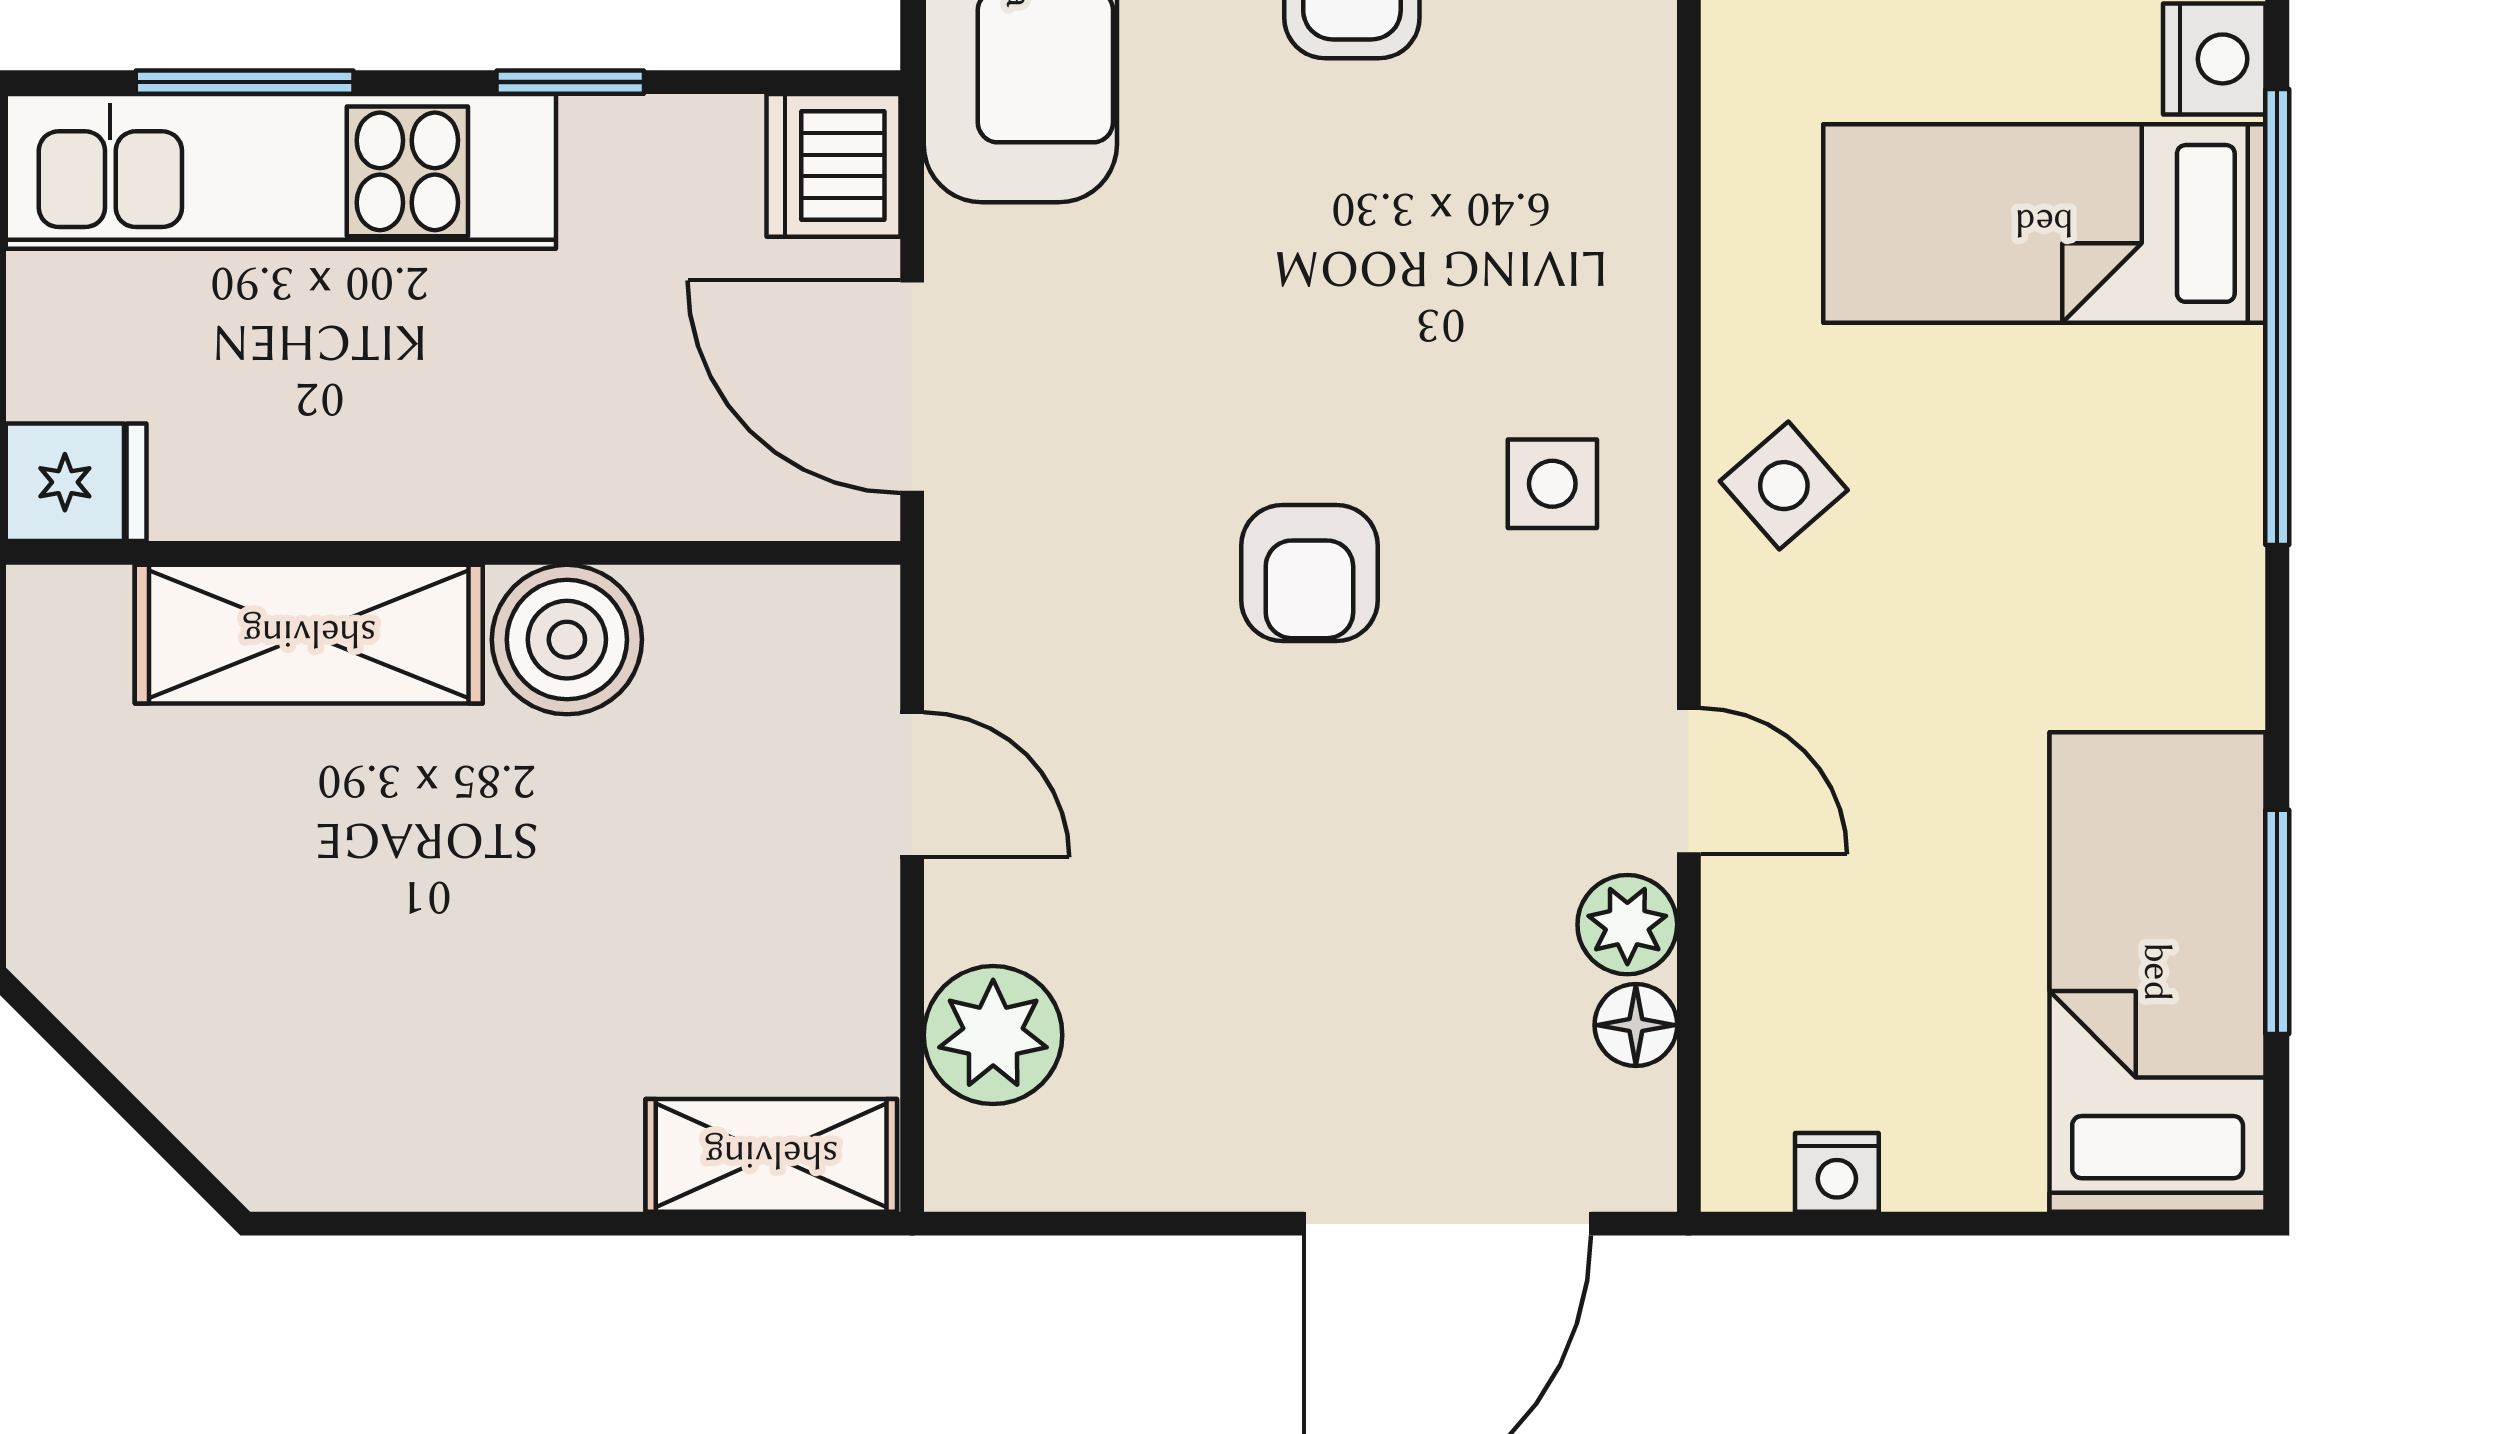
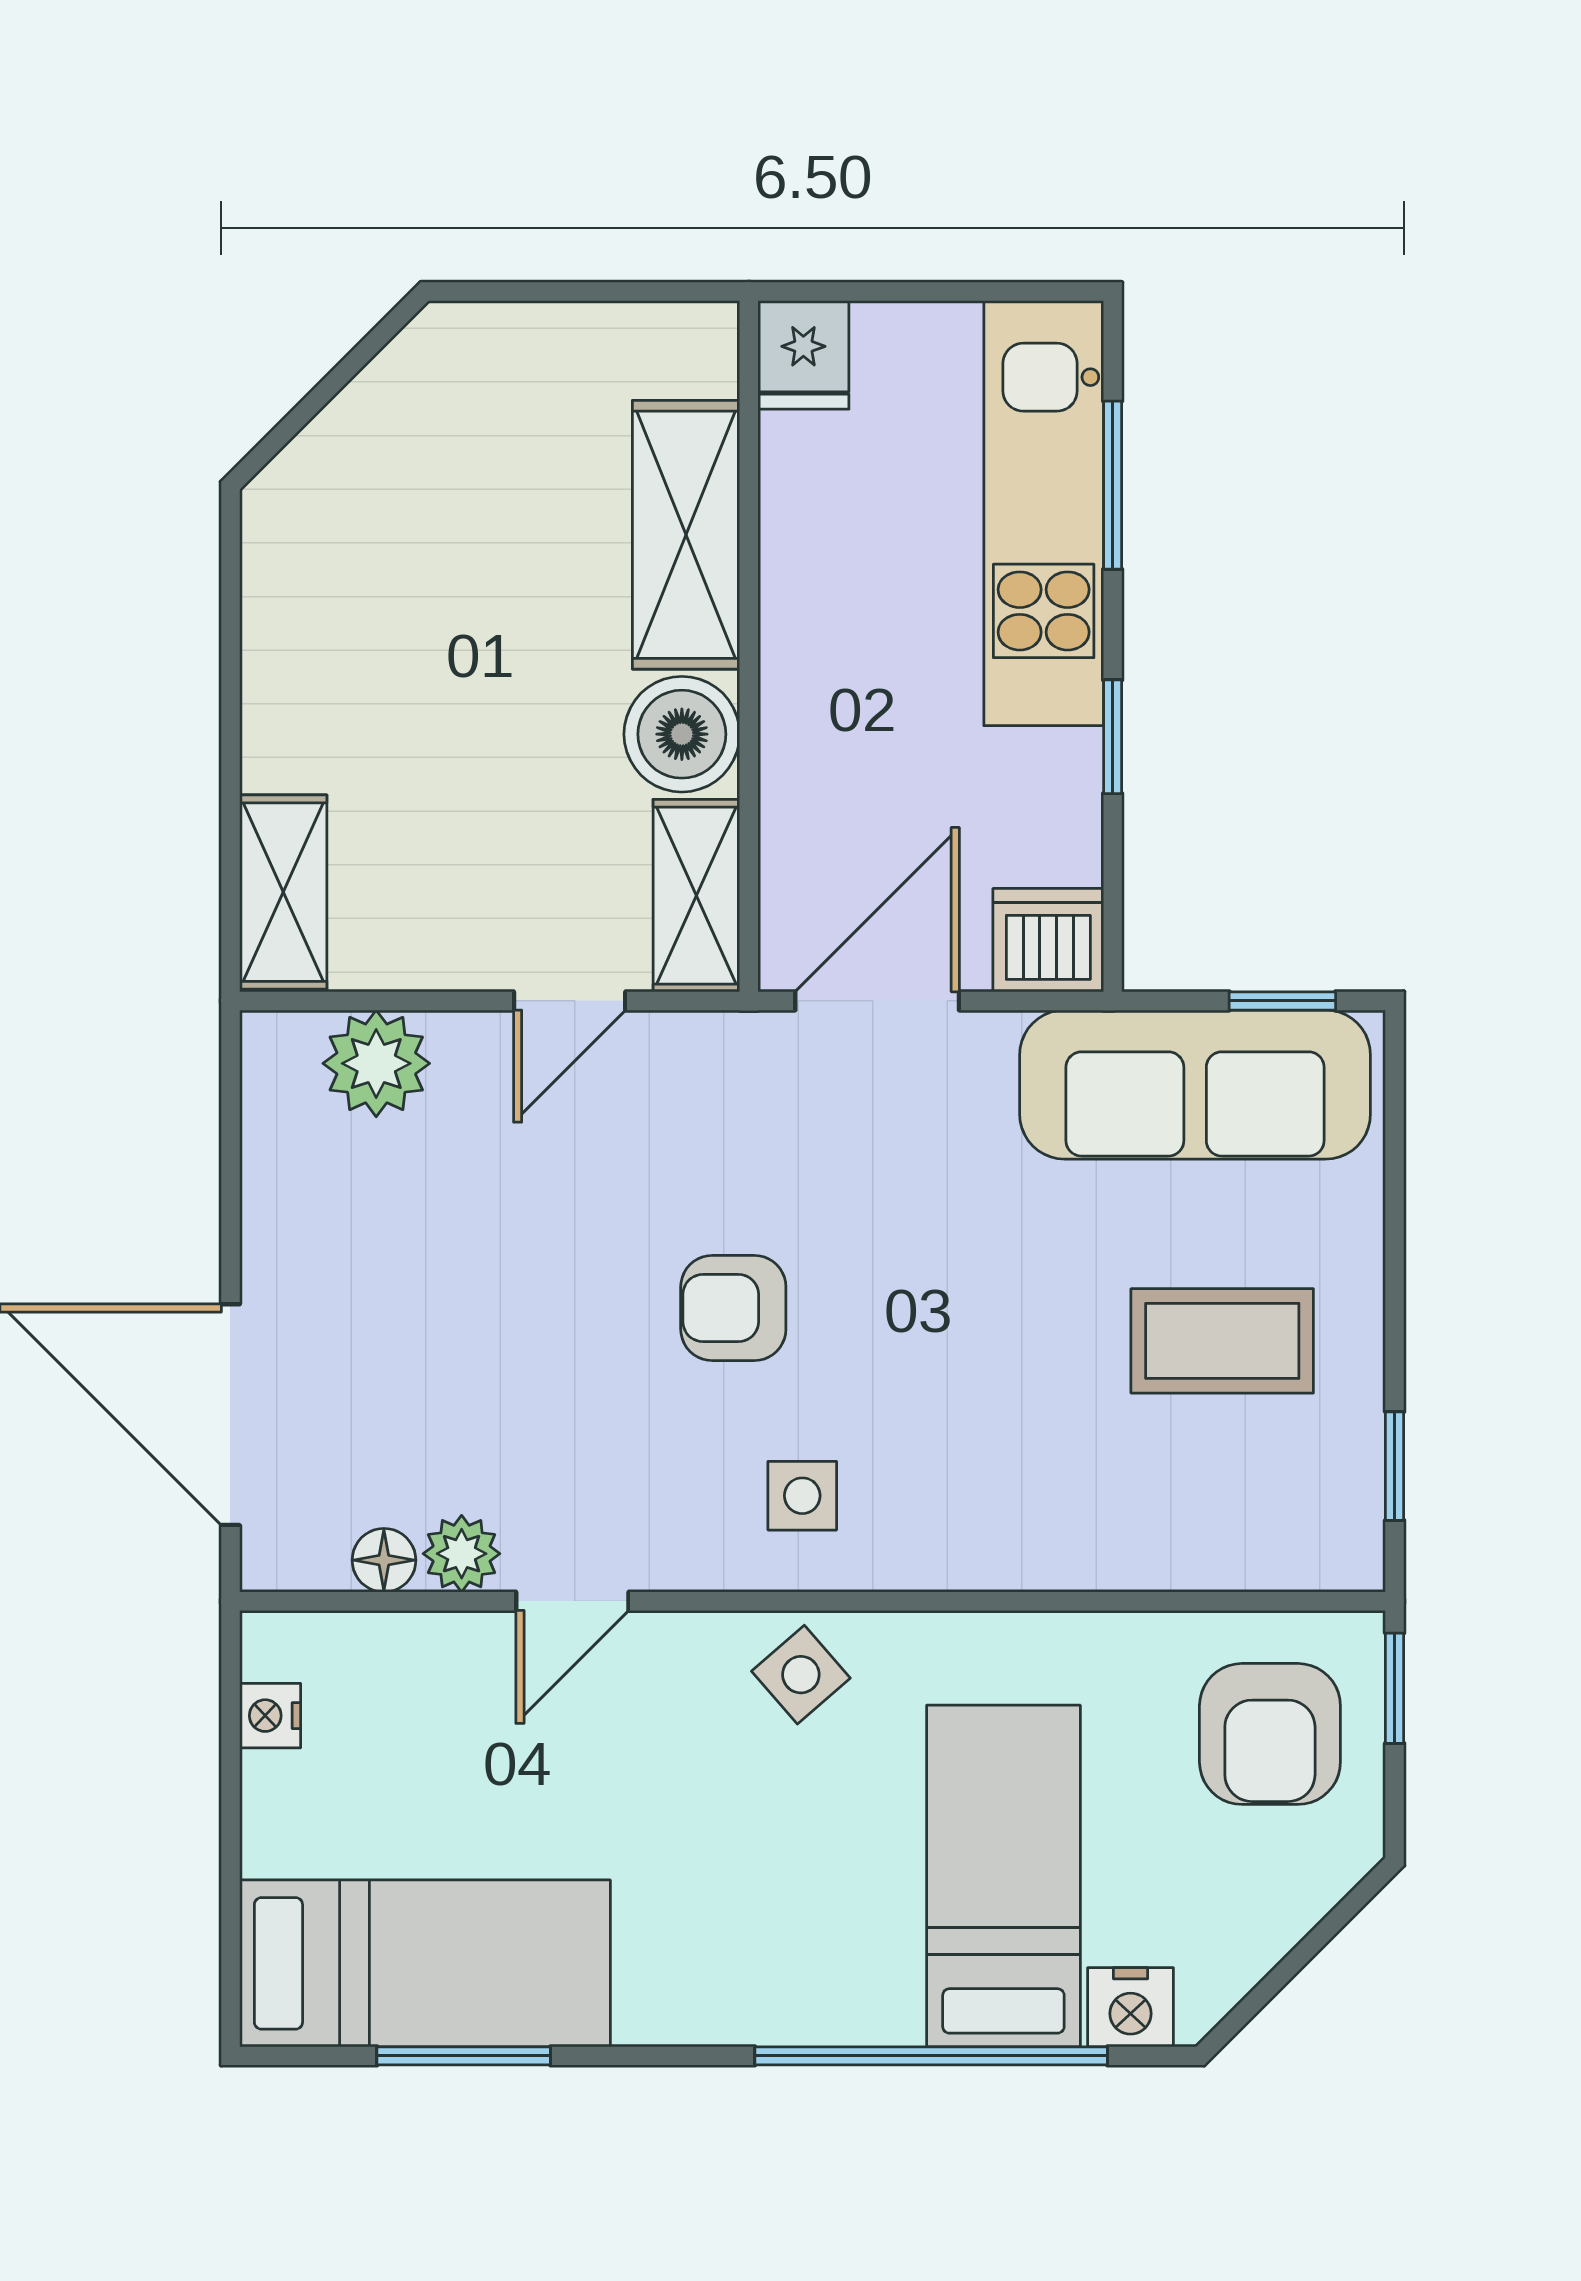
shelving: (776, 621) -> (696, 896), added

